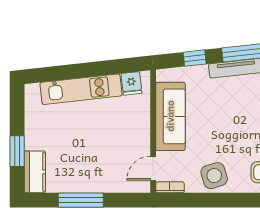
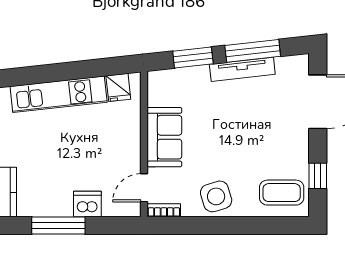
window: (195, 58) -> (193, 57), width x1.50
sofa: (170, 116) -> (164, 137), width x0.73
dishwasher: (105, 182) -> (87, 204), added

